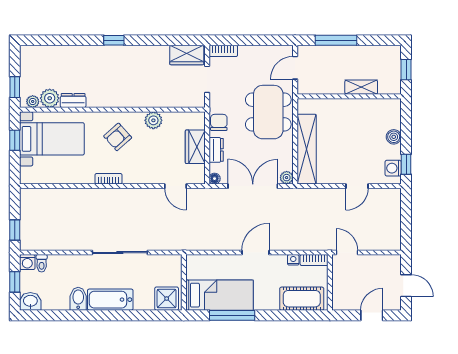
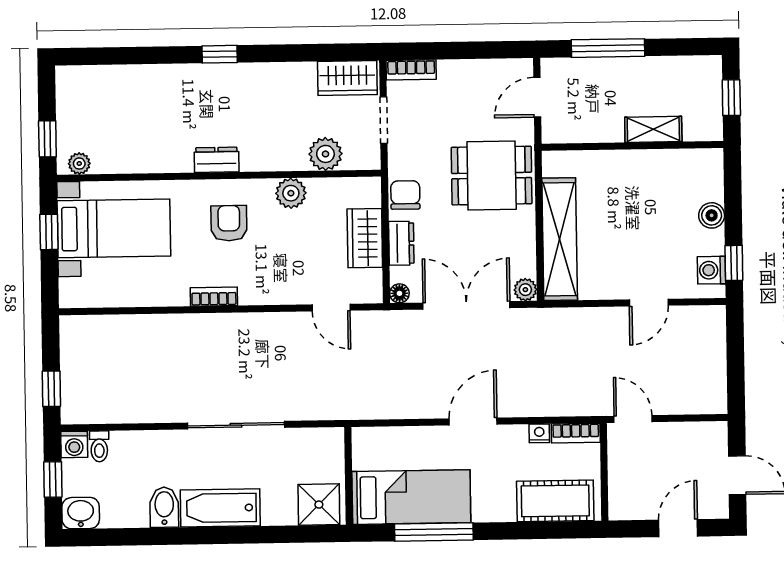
plant: (50, 98) -> (325, 154), moved
dresser: (73, 101) -> (217, 160), moved
dining table: (268, 112) -> (492, 176), width x0.73
armchair: (118, 137) -> (229, 223), turned 132

